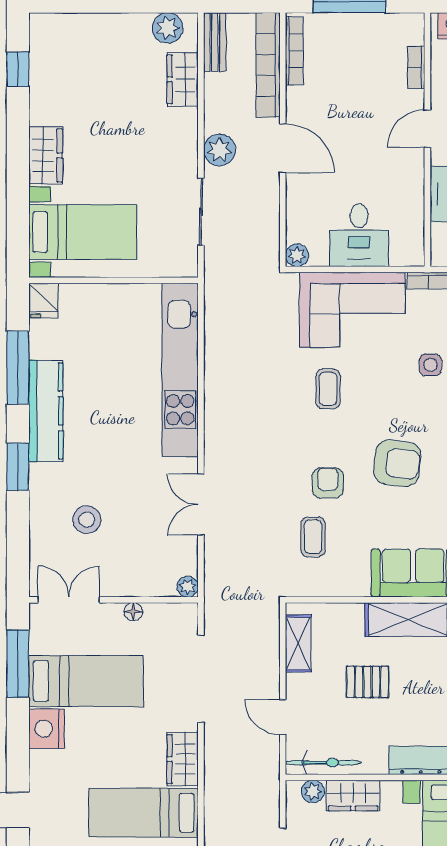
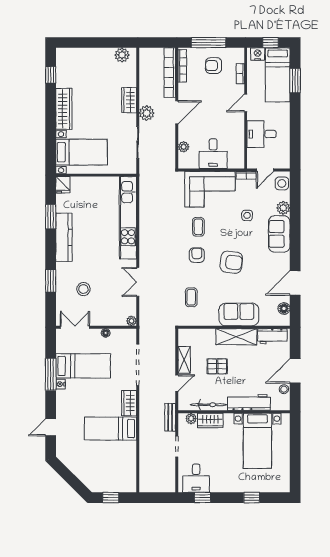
bench: (215, 42) -> (170, 417), moved
armchair: (360, 50) -> (213, 66), added
wardrobe: (183, 79) -> (129, 100), moved
door: (283, 148) -> (177, 112), hinge flipped
wardrobe: (46, 155) -> (64, 109), width x1.50
plant: (297, 255) -> (184, 147), moved
window: (18, 368) -> (51, 217), width x0.69
window: (18, 467) -> (51, 281), moved
armchair: (328, 483) -> (197, 255), moved
shelving: (298, 644) -> (184, 360), moved
window: (18, 664) -> (51, 374), moved
door: (283, 717) -> (177, 383), swing flipped
nightstand: (47, 729) -> (61, 384), width x0.53, depth x0.56
bicycle: (323, 763) -> (208, 405), moved

